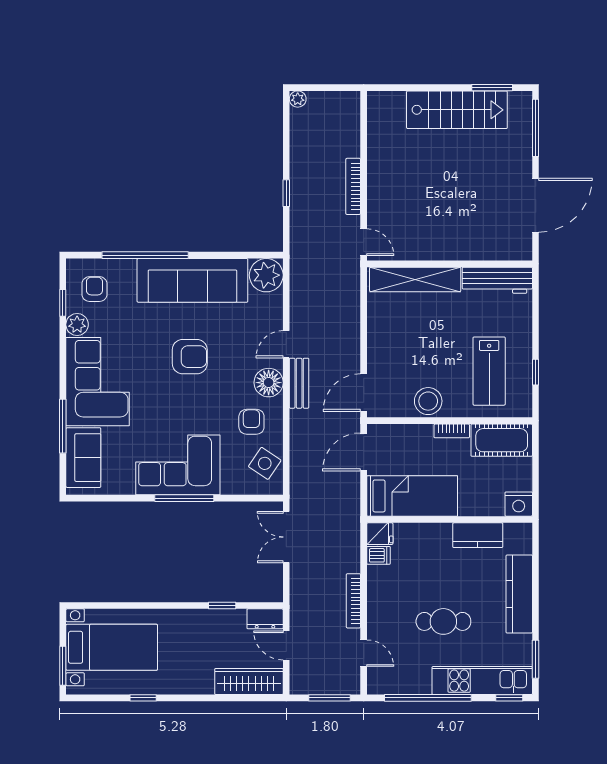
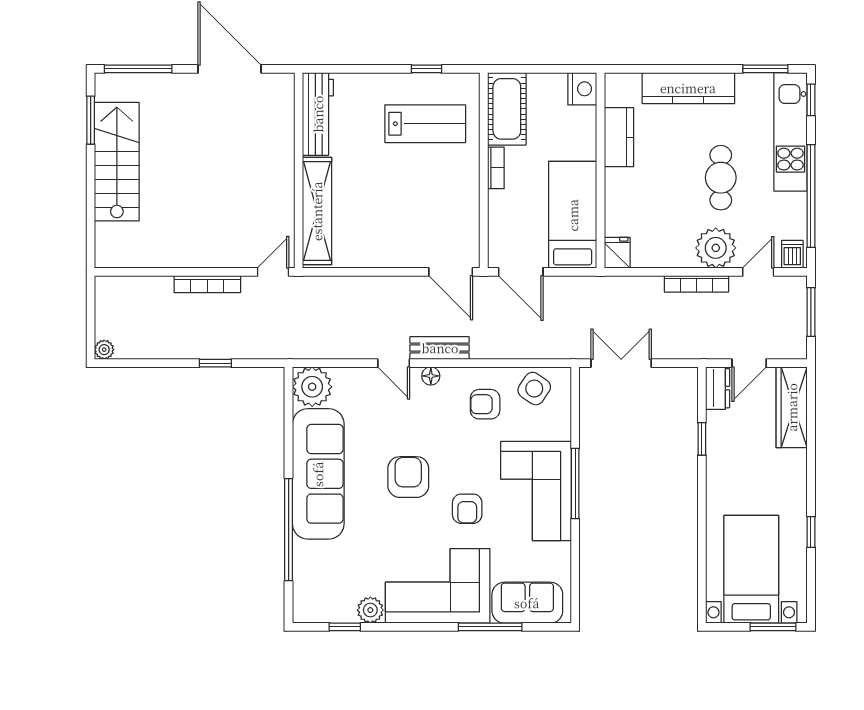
armchair: (94, 289) -> (467, 509), moved, turned -90
floor lamp: (269, 383) -> (431, 376), width x0.53, depth x0.53
stool: (428, 401) -> (461, 196), removed
double door: (286, 537) -> (621, 363), swing flipped
dishwasher: (379, 555) -> (792, 254), moved
plant: (384, 617) -> (716, 248), added

